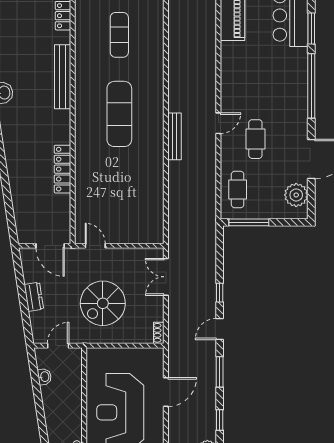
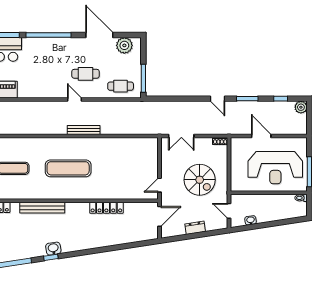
window: (220, 293) -> (192, 99), removed

